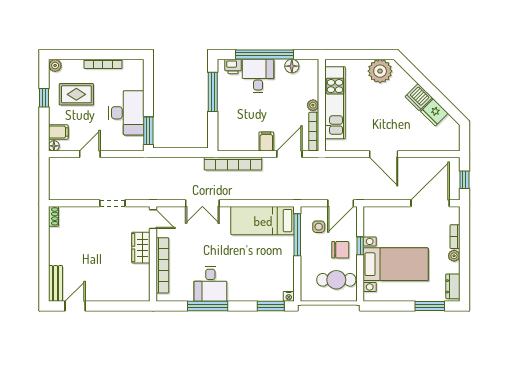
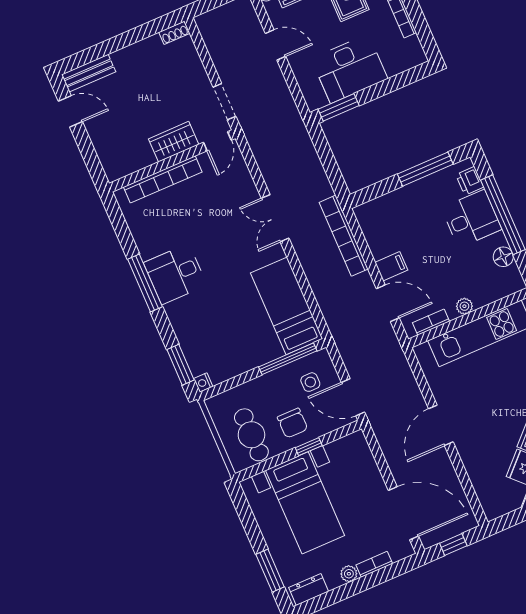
bookcase: (314, 131) -> (431, 322), width x0.64
door: (153, 219) -> (217, 141), moved
wardrobe: (141, 248) -> (174, 142), moved
wall: (153, 254) -> (172, 161), moved
bookcase: (162, 265) -> (163, 179), moved

